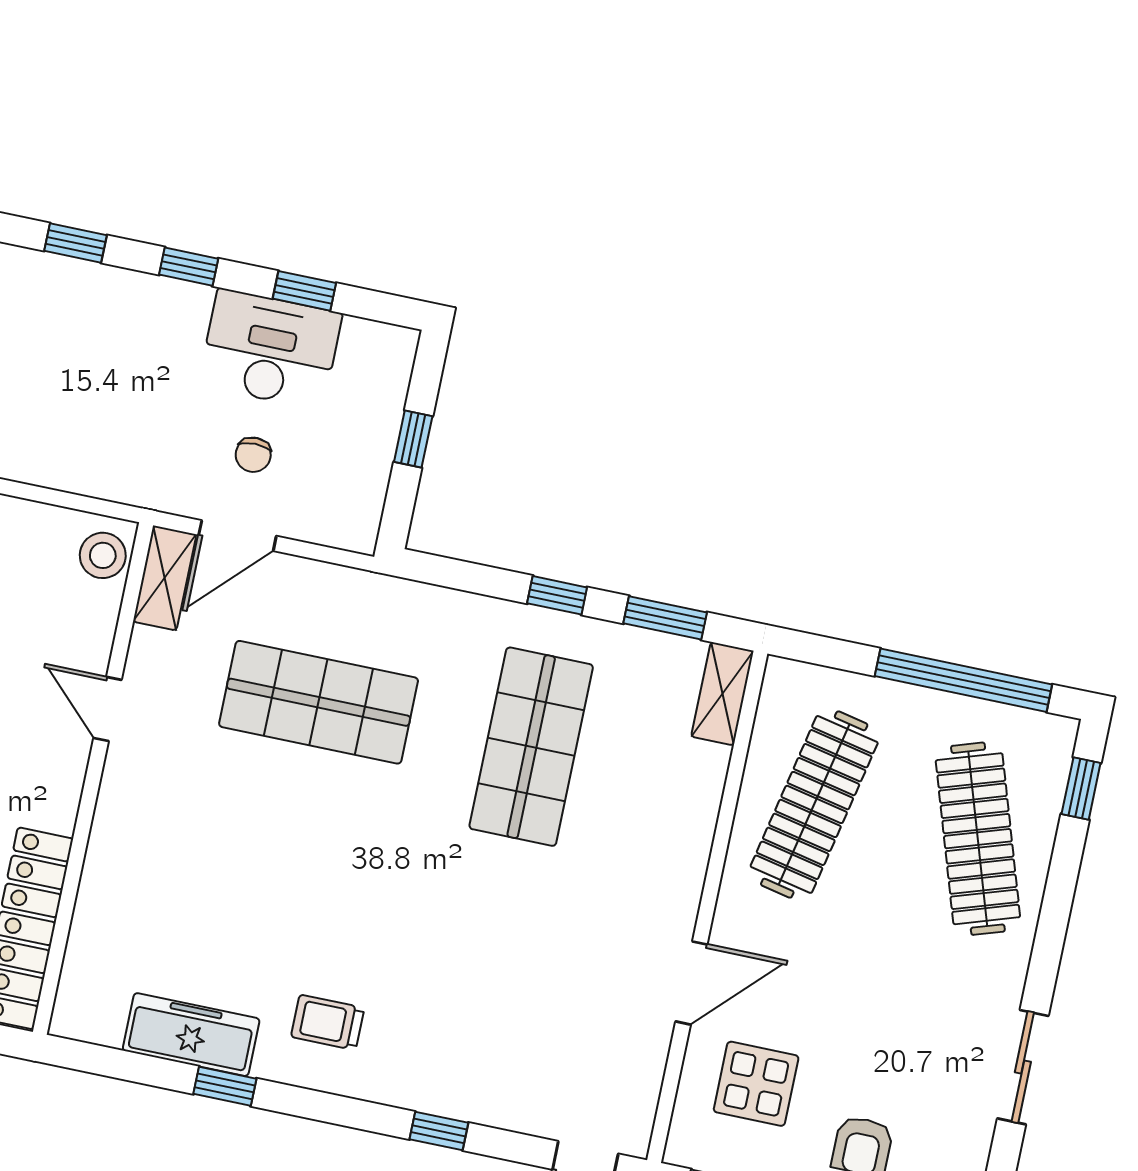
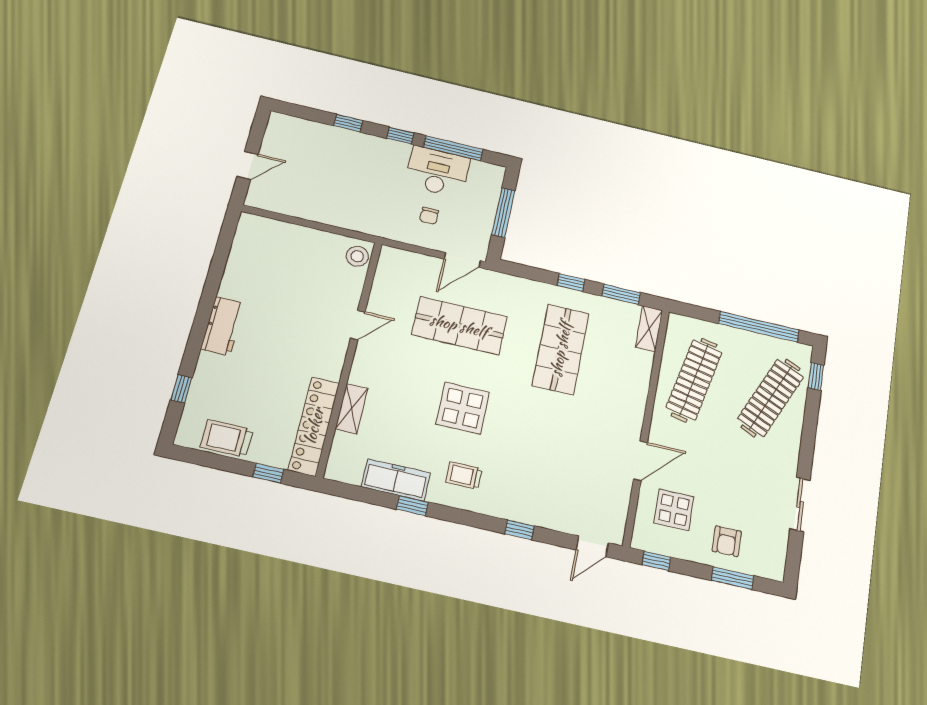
window: (304, 291) -> (453, 148), width x2.17
window: (413, 439) -> (503, 213), width x2.17
door: (237, 536) -> (462, 260), moved
shelving: (165, 578) -> (352, 409), moved
door: (108, 709) -> (358, 325), swing flipped
clothes rail: (978, 839) -> (771, 398), turned 42
display table: (325, 881) -> (463, 408), added

